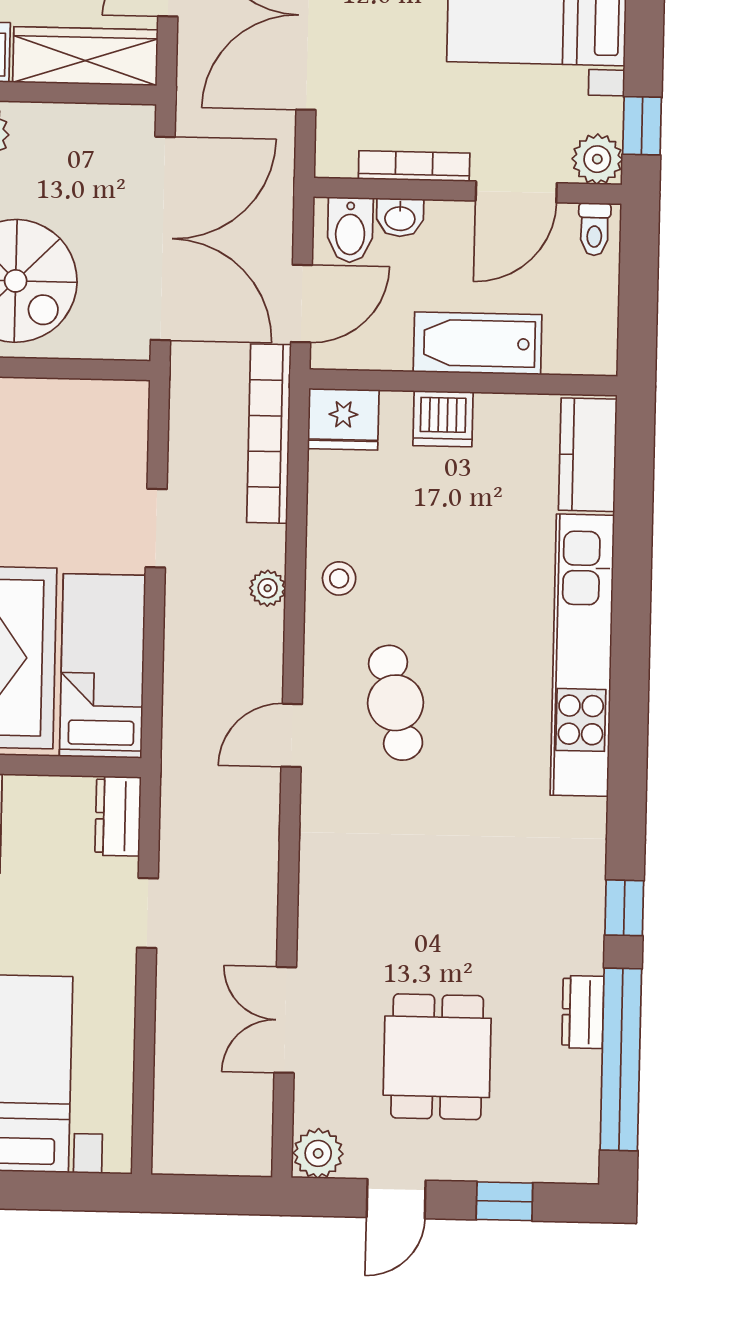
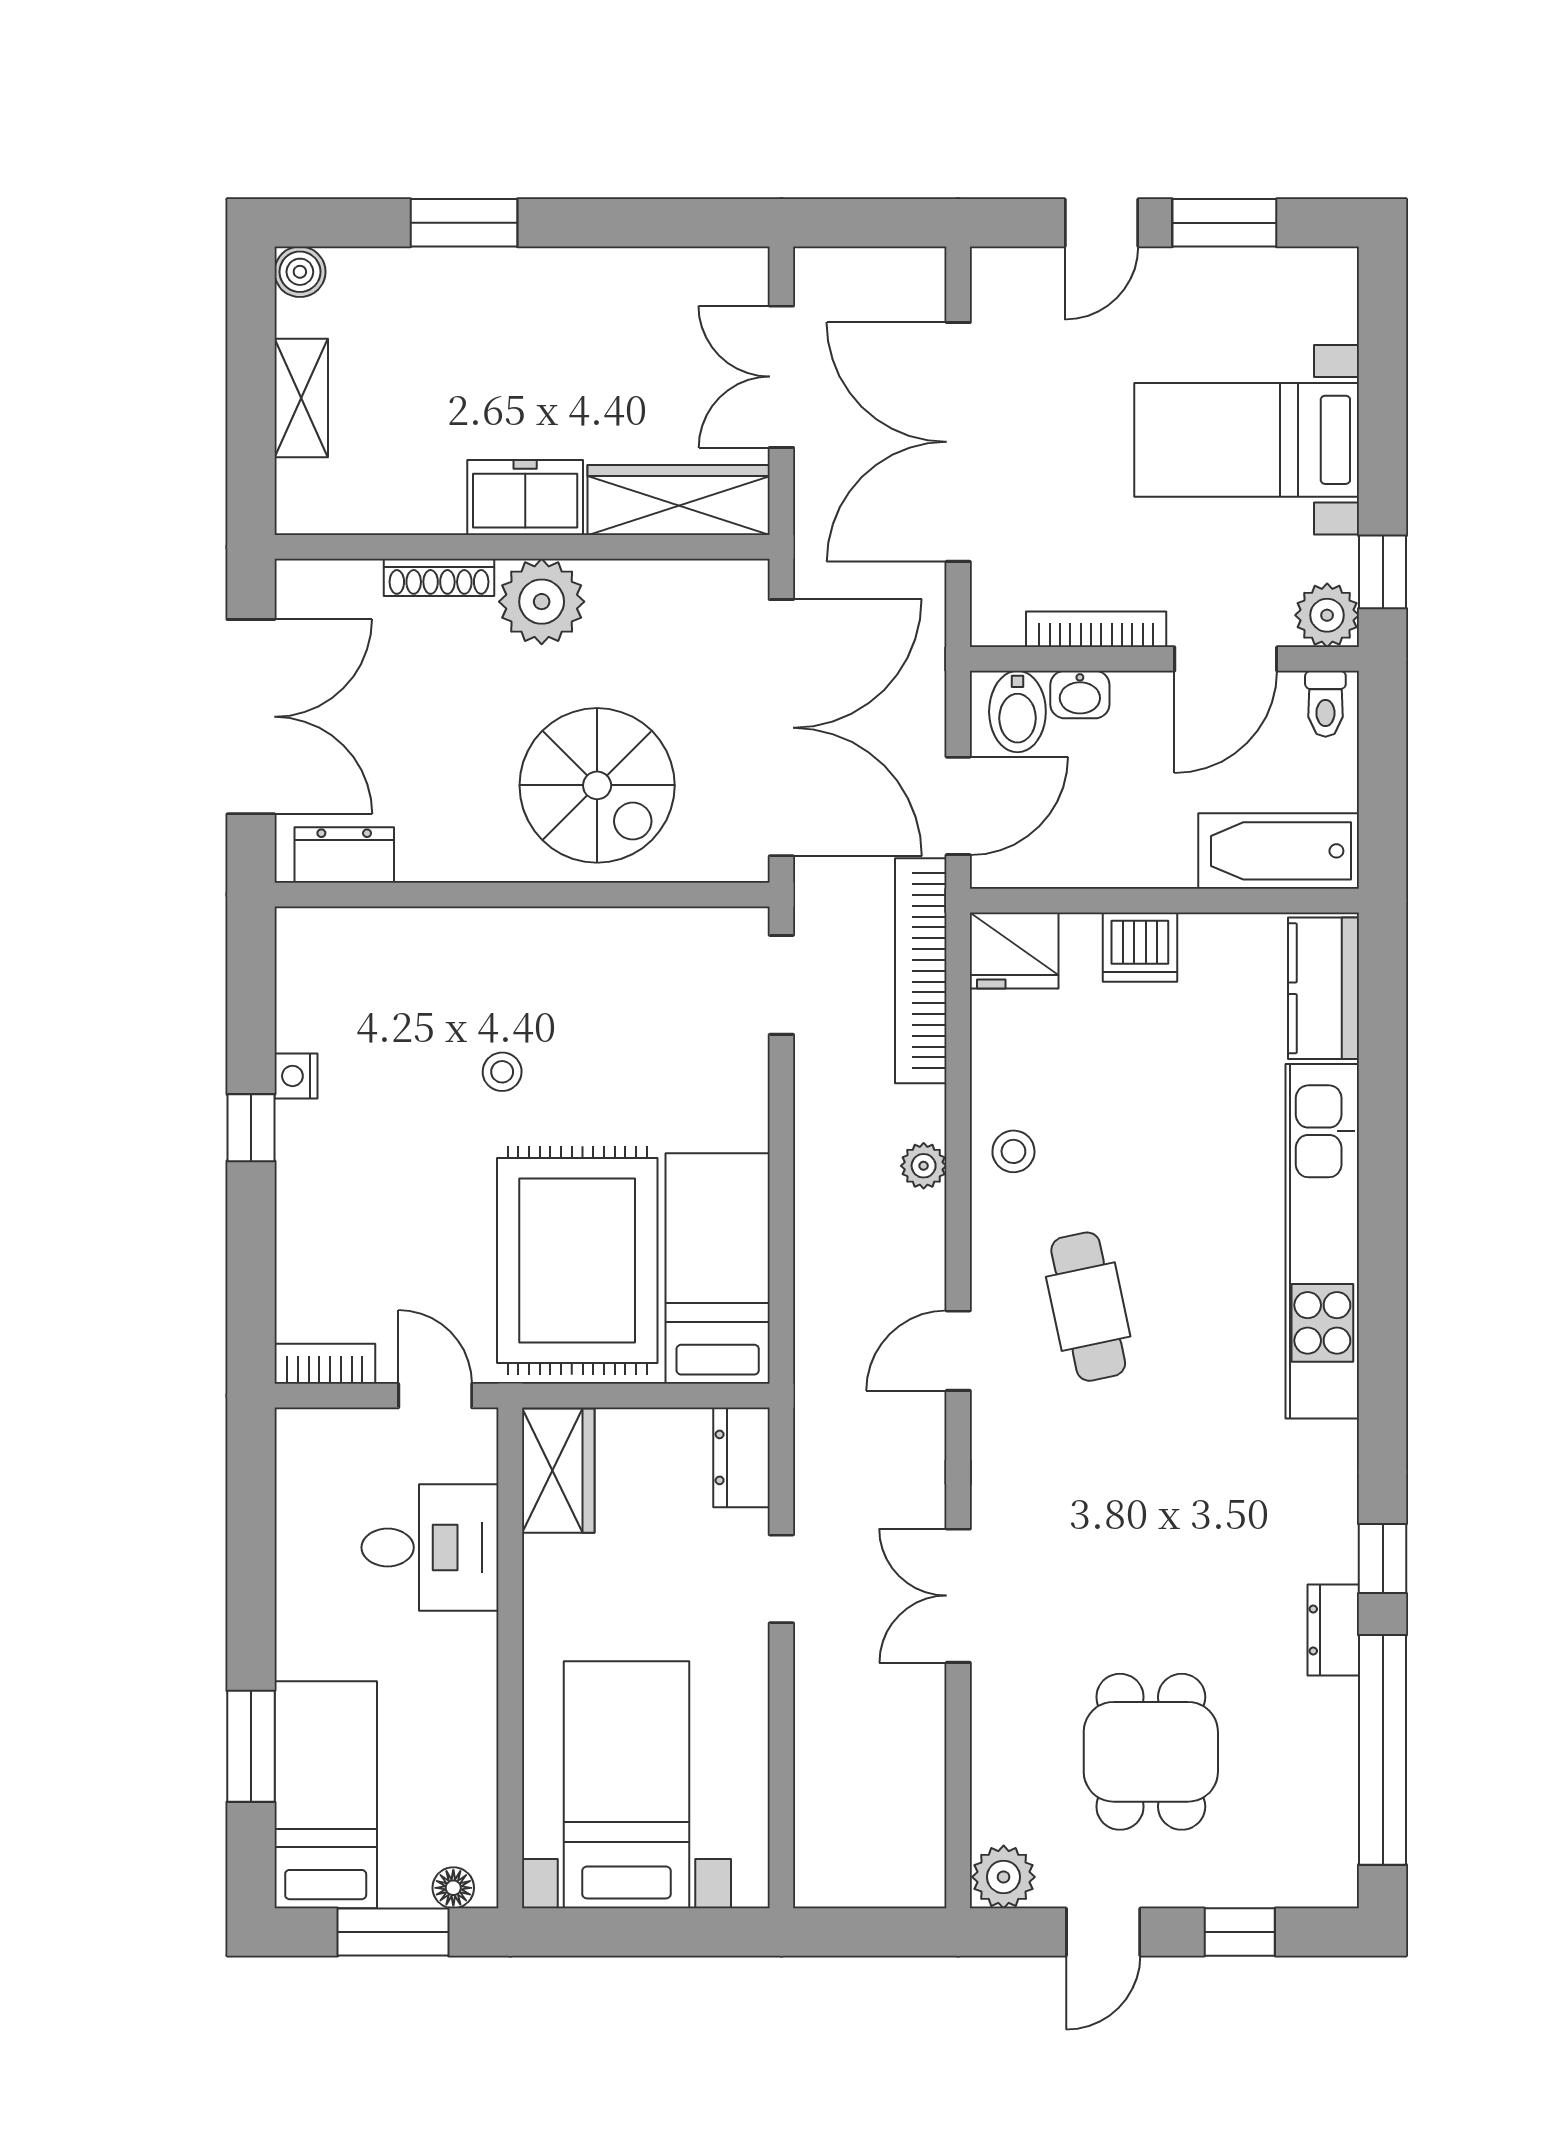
bathtub: (478, 343) -> (1279, 851), moved
doorway: (156, 528) -> (781, 985), moved
dresser: (583, 1012) -> (1333, 1630), moved
double door: (285, 1020) -> (958, 1596), moved

